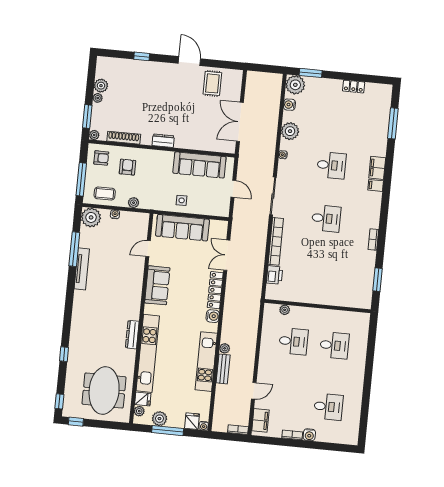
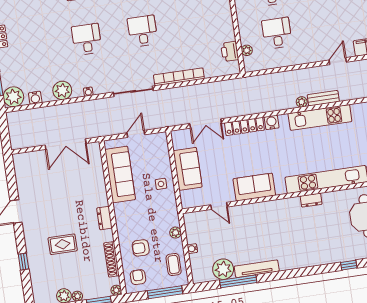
rug: (212, 83) -> (63, 244), moved
plant: (91, 217) -> (223, 269), moved
sofa: (182, 228) -> (188, 169), width x0.73
printer: (274, 275) -> (230, 51), moved, turned -90
dresser: (132, 335) -> (311, 200), width x0.70
door: (254, 391) -> (338, 61), hinge flipped

